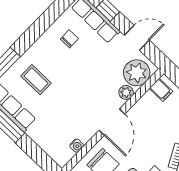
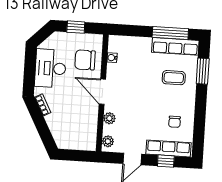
plant: (137, 73) -> (108, 141), width x0.53, depth x0.53
filing cabinet: (161, 90) -> (89, 139), removed

